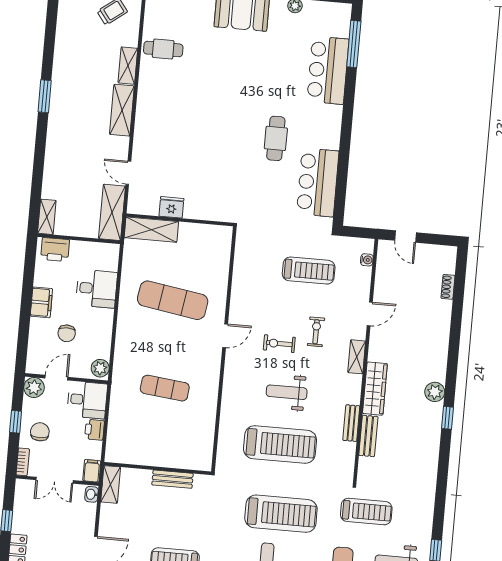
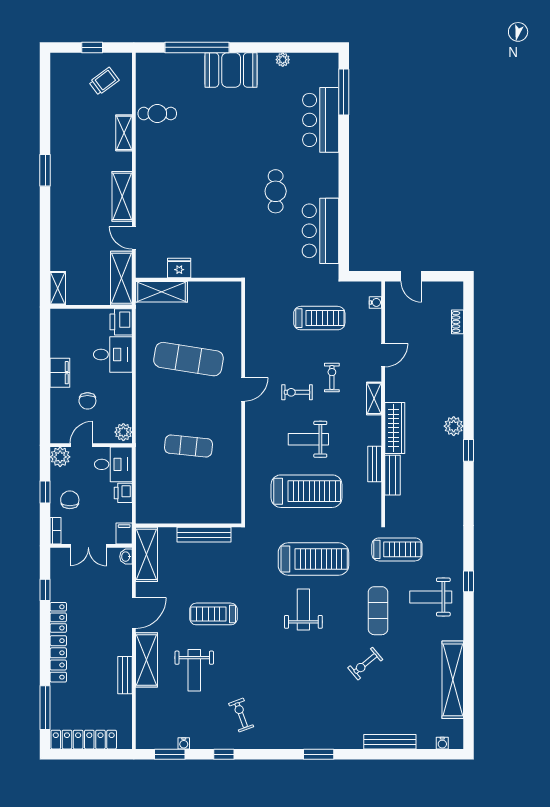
shelving: (122, 110) -> (122, 196), moved
printer: (55, 250) -> (121, 322), moved, turned 90
bench: (173, 479) -> (204, 535), width x1.36
shelving: (111, 484) -> (146, 554), width x1.50, depth x1.33

